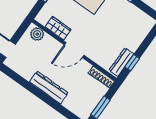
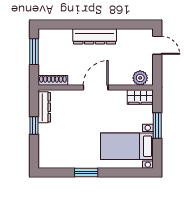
wardrobe: (58, 28) -> (140, 97), moved
window: (132, 63) -> (34, 125), moved

